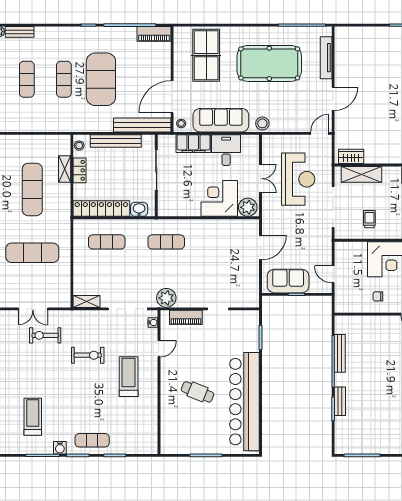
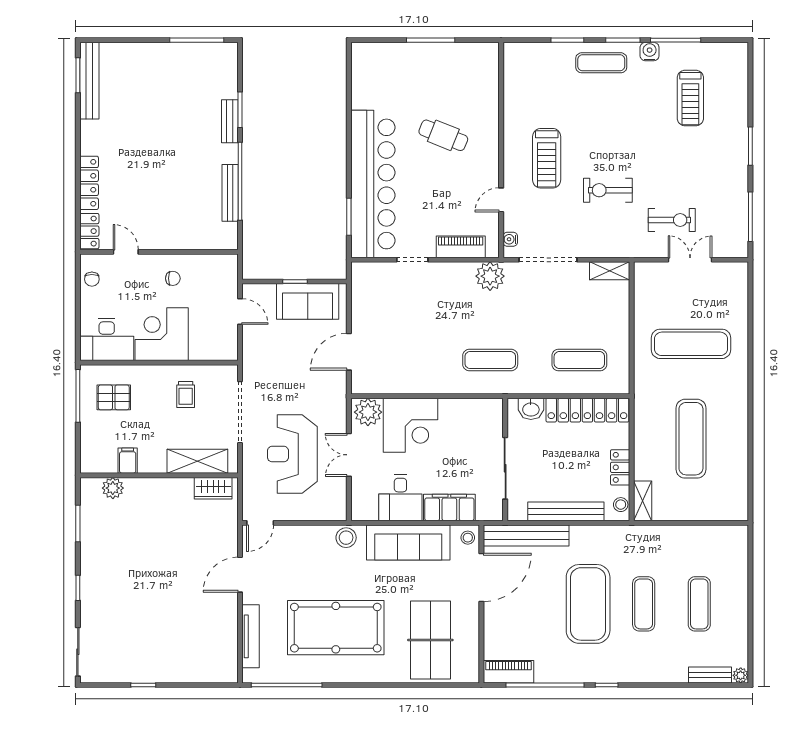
shelving: (65, 169) -> (643, 501), moved
bar counter: (245, 402) -> (373, 184), moved

